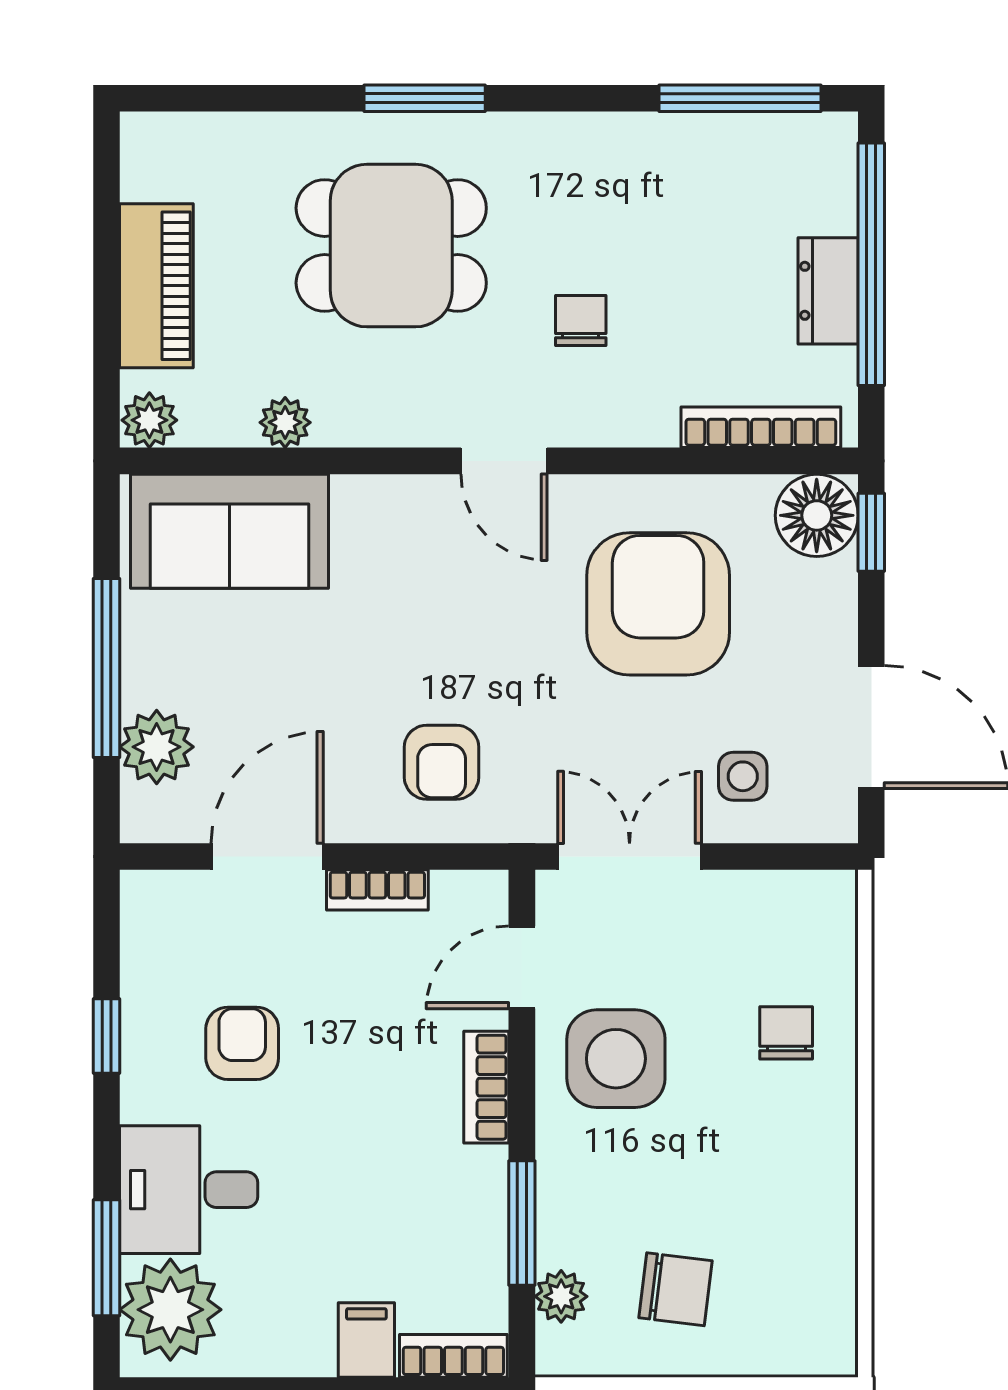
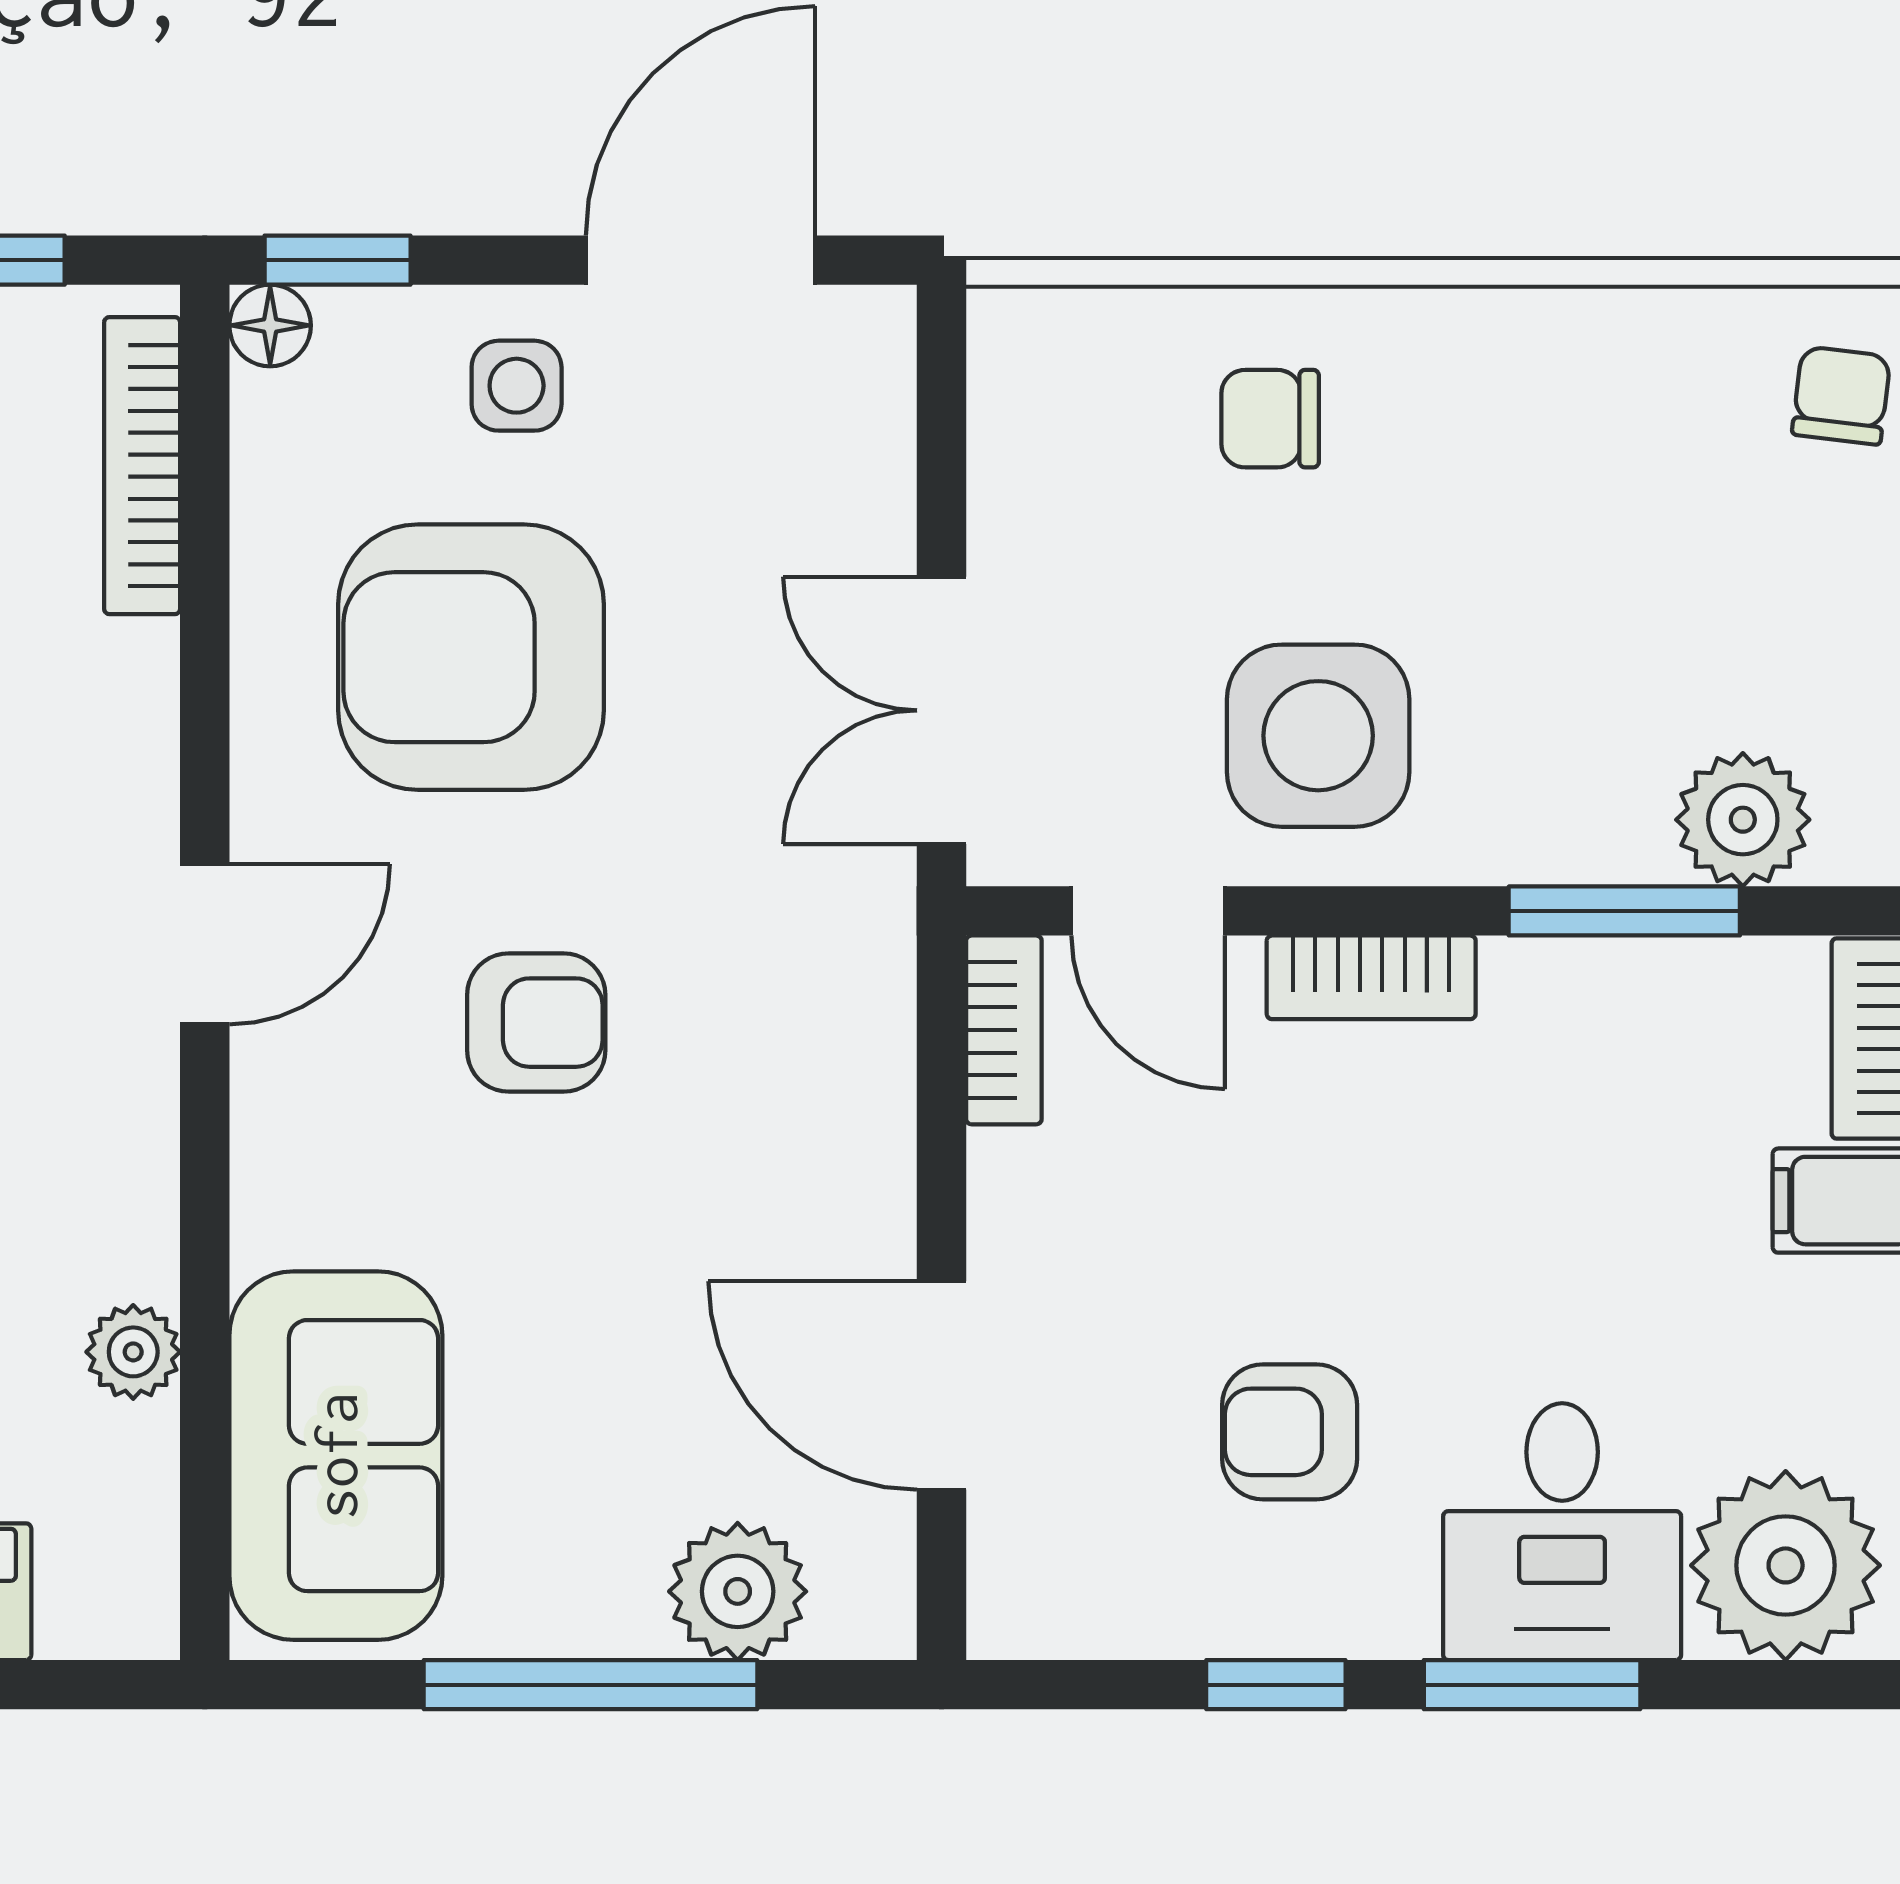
plant: (149, 420) -> (129, 1605), removed
floor lamp: (817, 515) -> (270, 325), width x0.53, depth x0.53
armchair: (442, 762) -> (536, 1023), moved
side table: (743, 776) -> (517, 386), moved
bookcase: (377, 890) -> (1004, 1030), moved
window: (107, 1258) -> (1532, 1685), moved
chair: (676, 1289) -> (1841, 395), moved, width x0.73, depth x0.73
plant: (561, 1296) -> (1743, 820), width x1.38, depth x1.38

